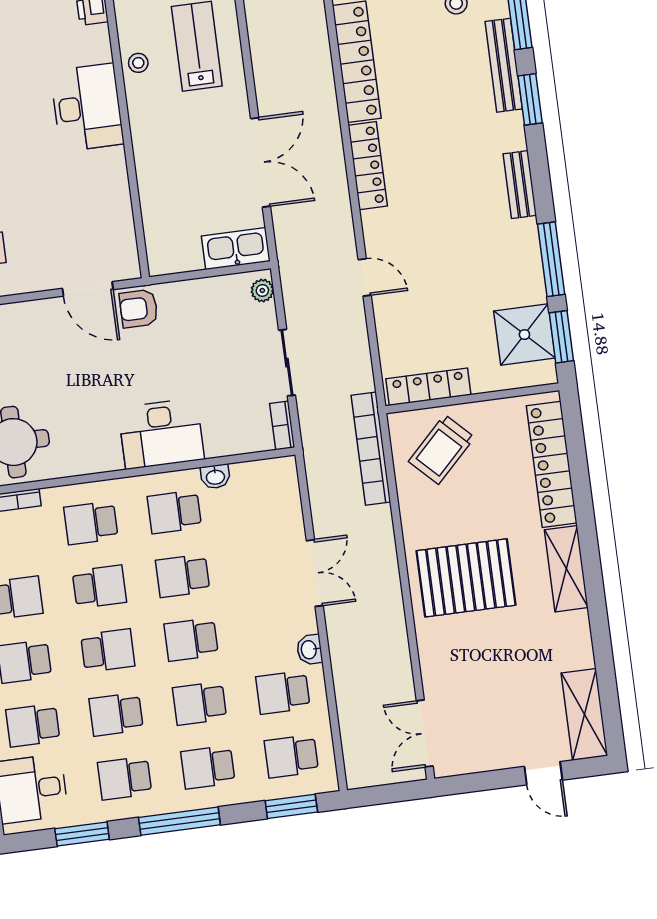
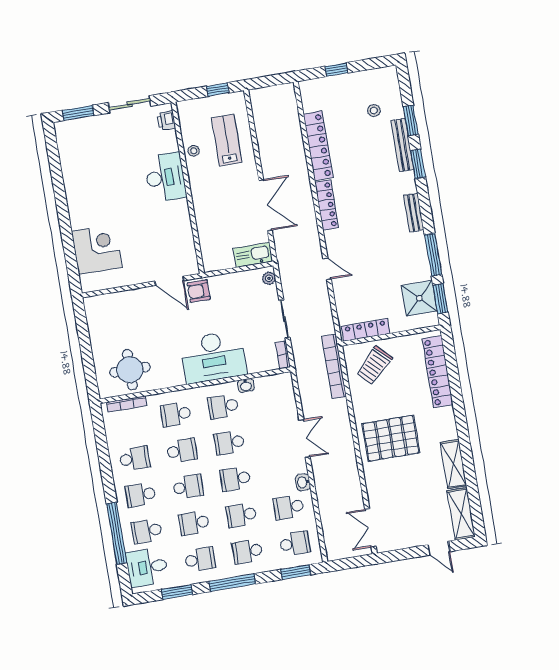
desk: (161, 434) -> (213, 357), width x1.36, depth x1.30
shelving: (566, 569) -> (453, 464), moved
school desk: (291, 756) -> (295, 543), turned 180
school desk: (125, 778) -> (200, 559), turned 180

